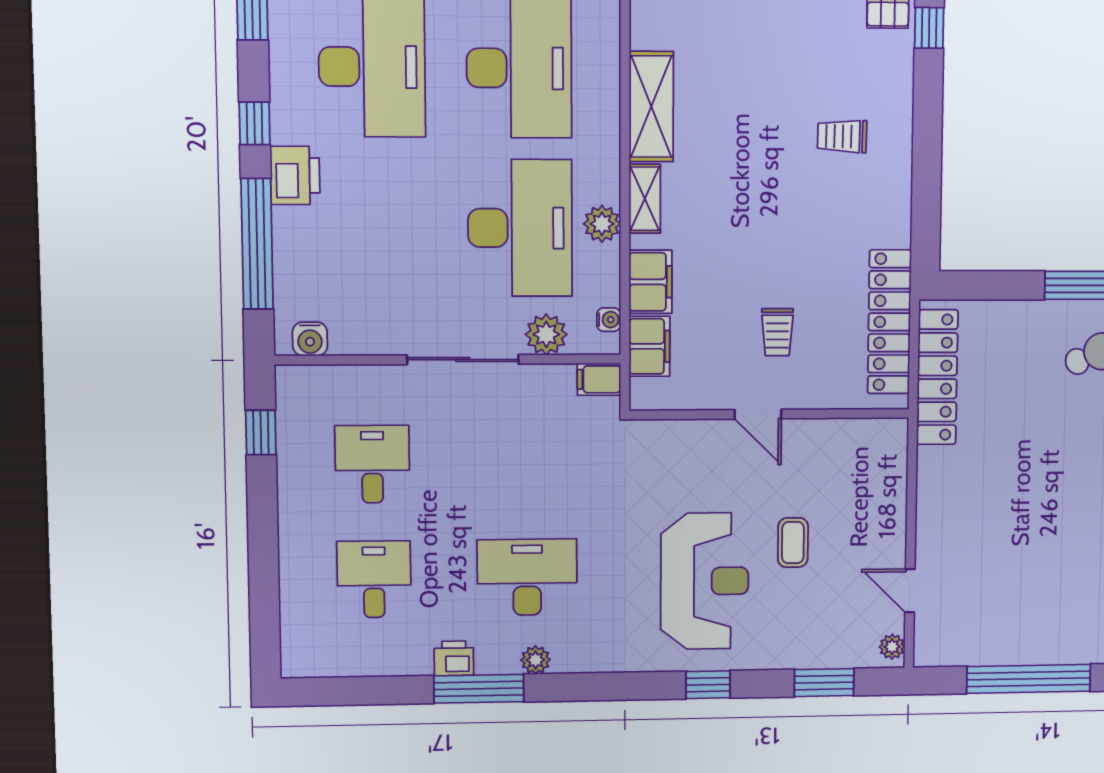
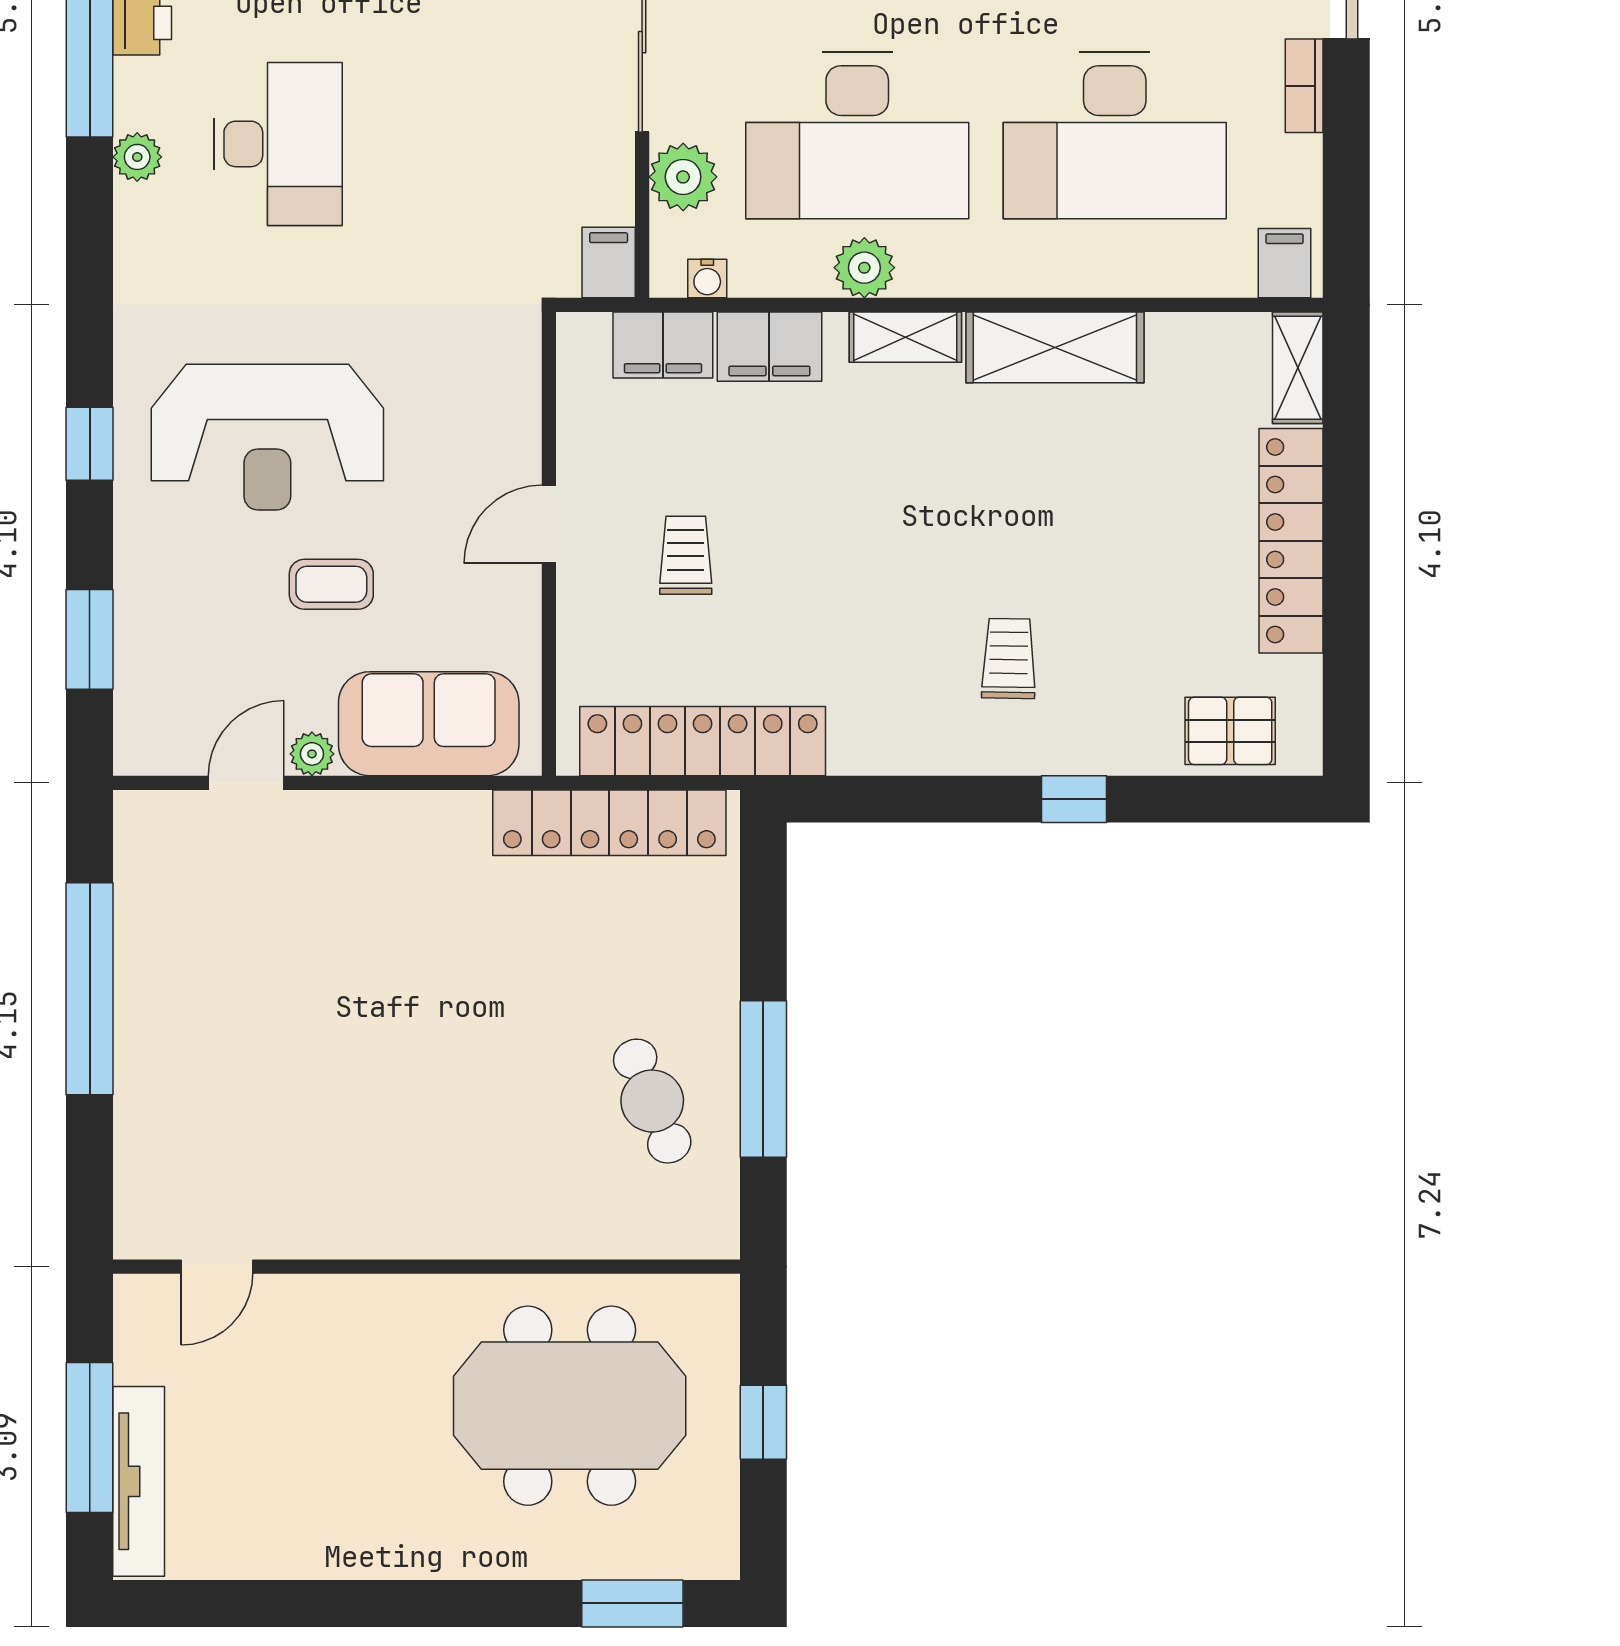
window: (929, 28) -> (1074, 799), moved
trolley: (777, 332) -> (686, 555), turned 90
sofa: (877, 484) -> (429, 724), added
plant: (892, 647) -> (312, 754), moved

